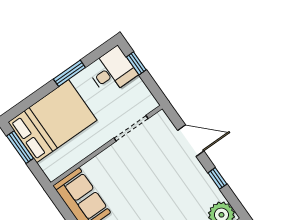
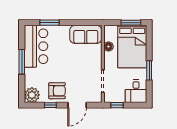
window: (136, 63) -> (117, 105), moved
floor lamp: (76, 155) -> (108, 47), added
armchair: (190, 184) -> (57, 91), added

